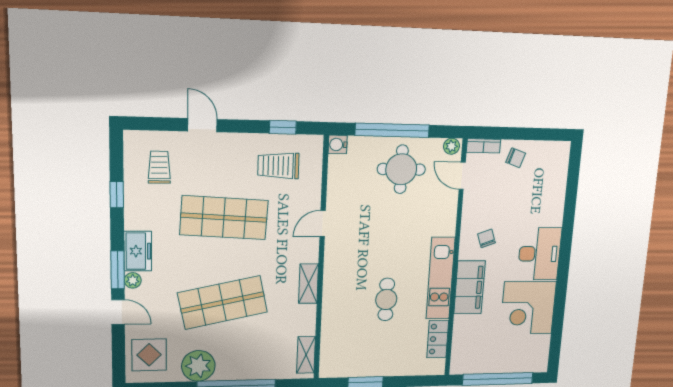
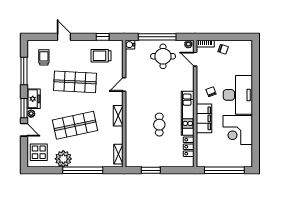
window: (117, 195) -> (24, 71), width x2.17
desk: (539, 254) -> (238, 95), width x1.36, depth x1.30

